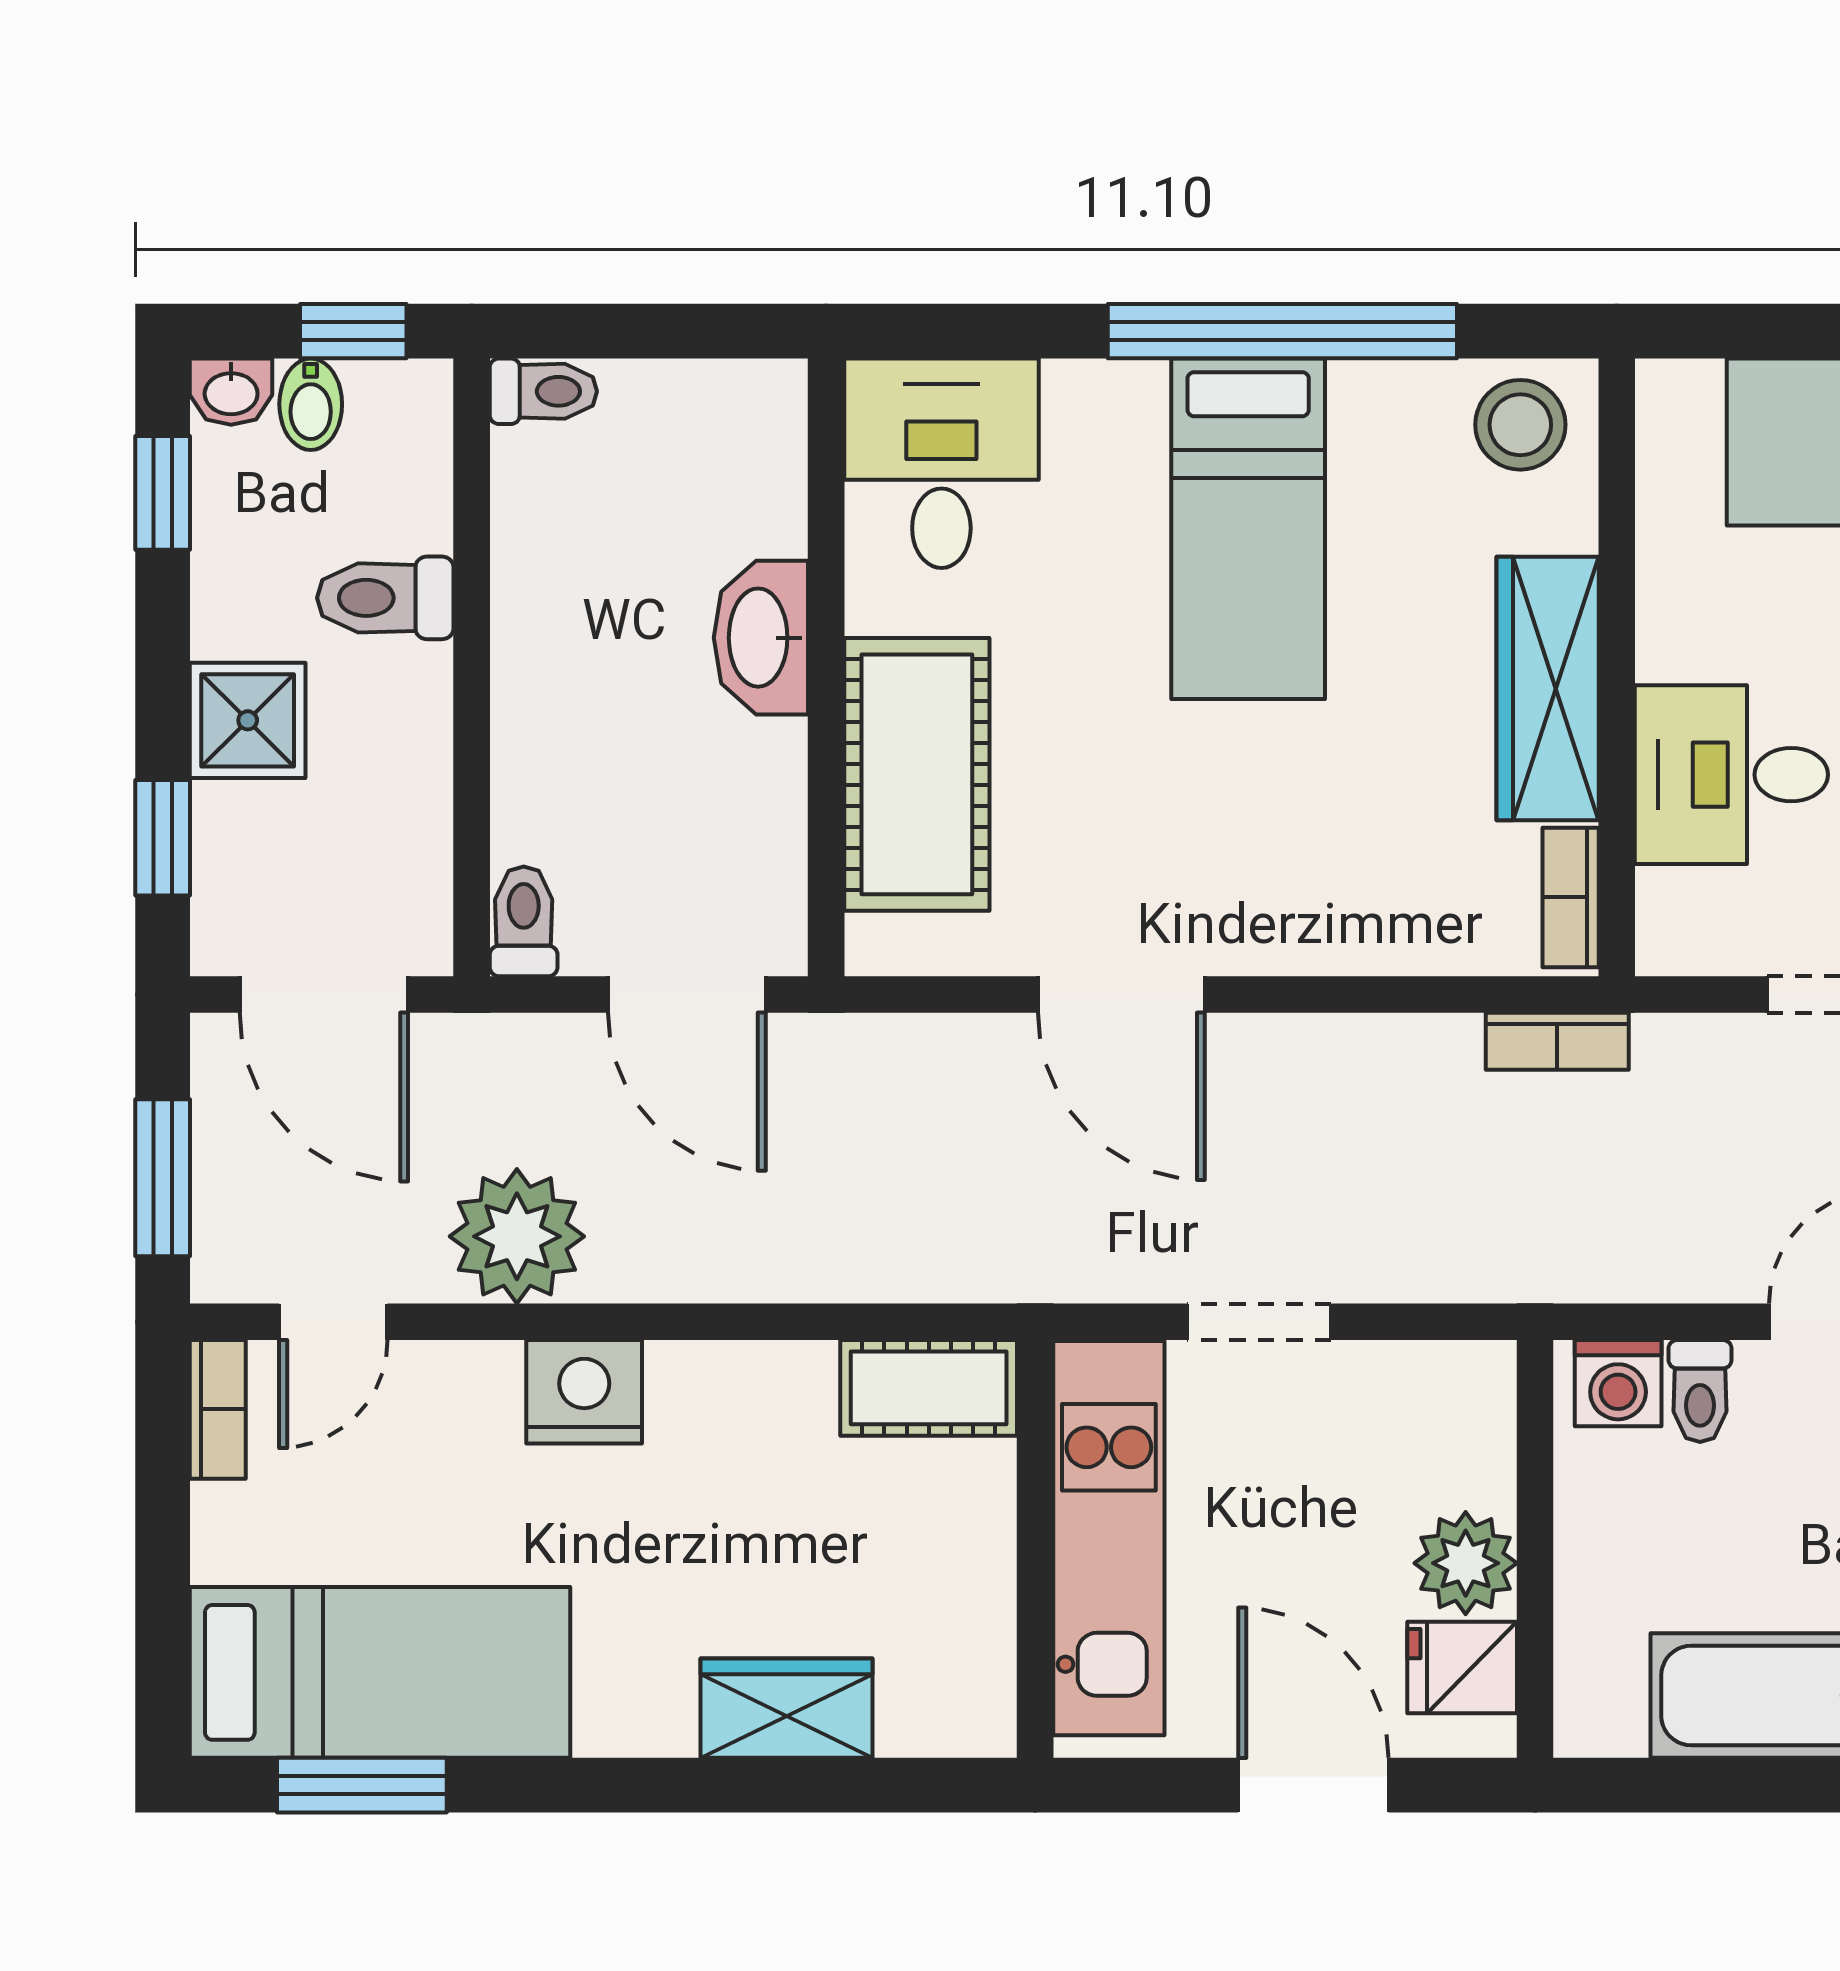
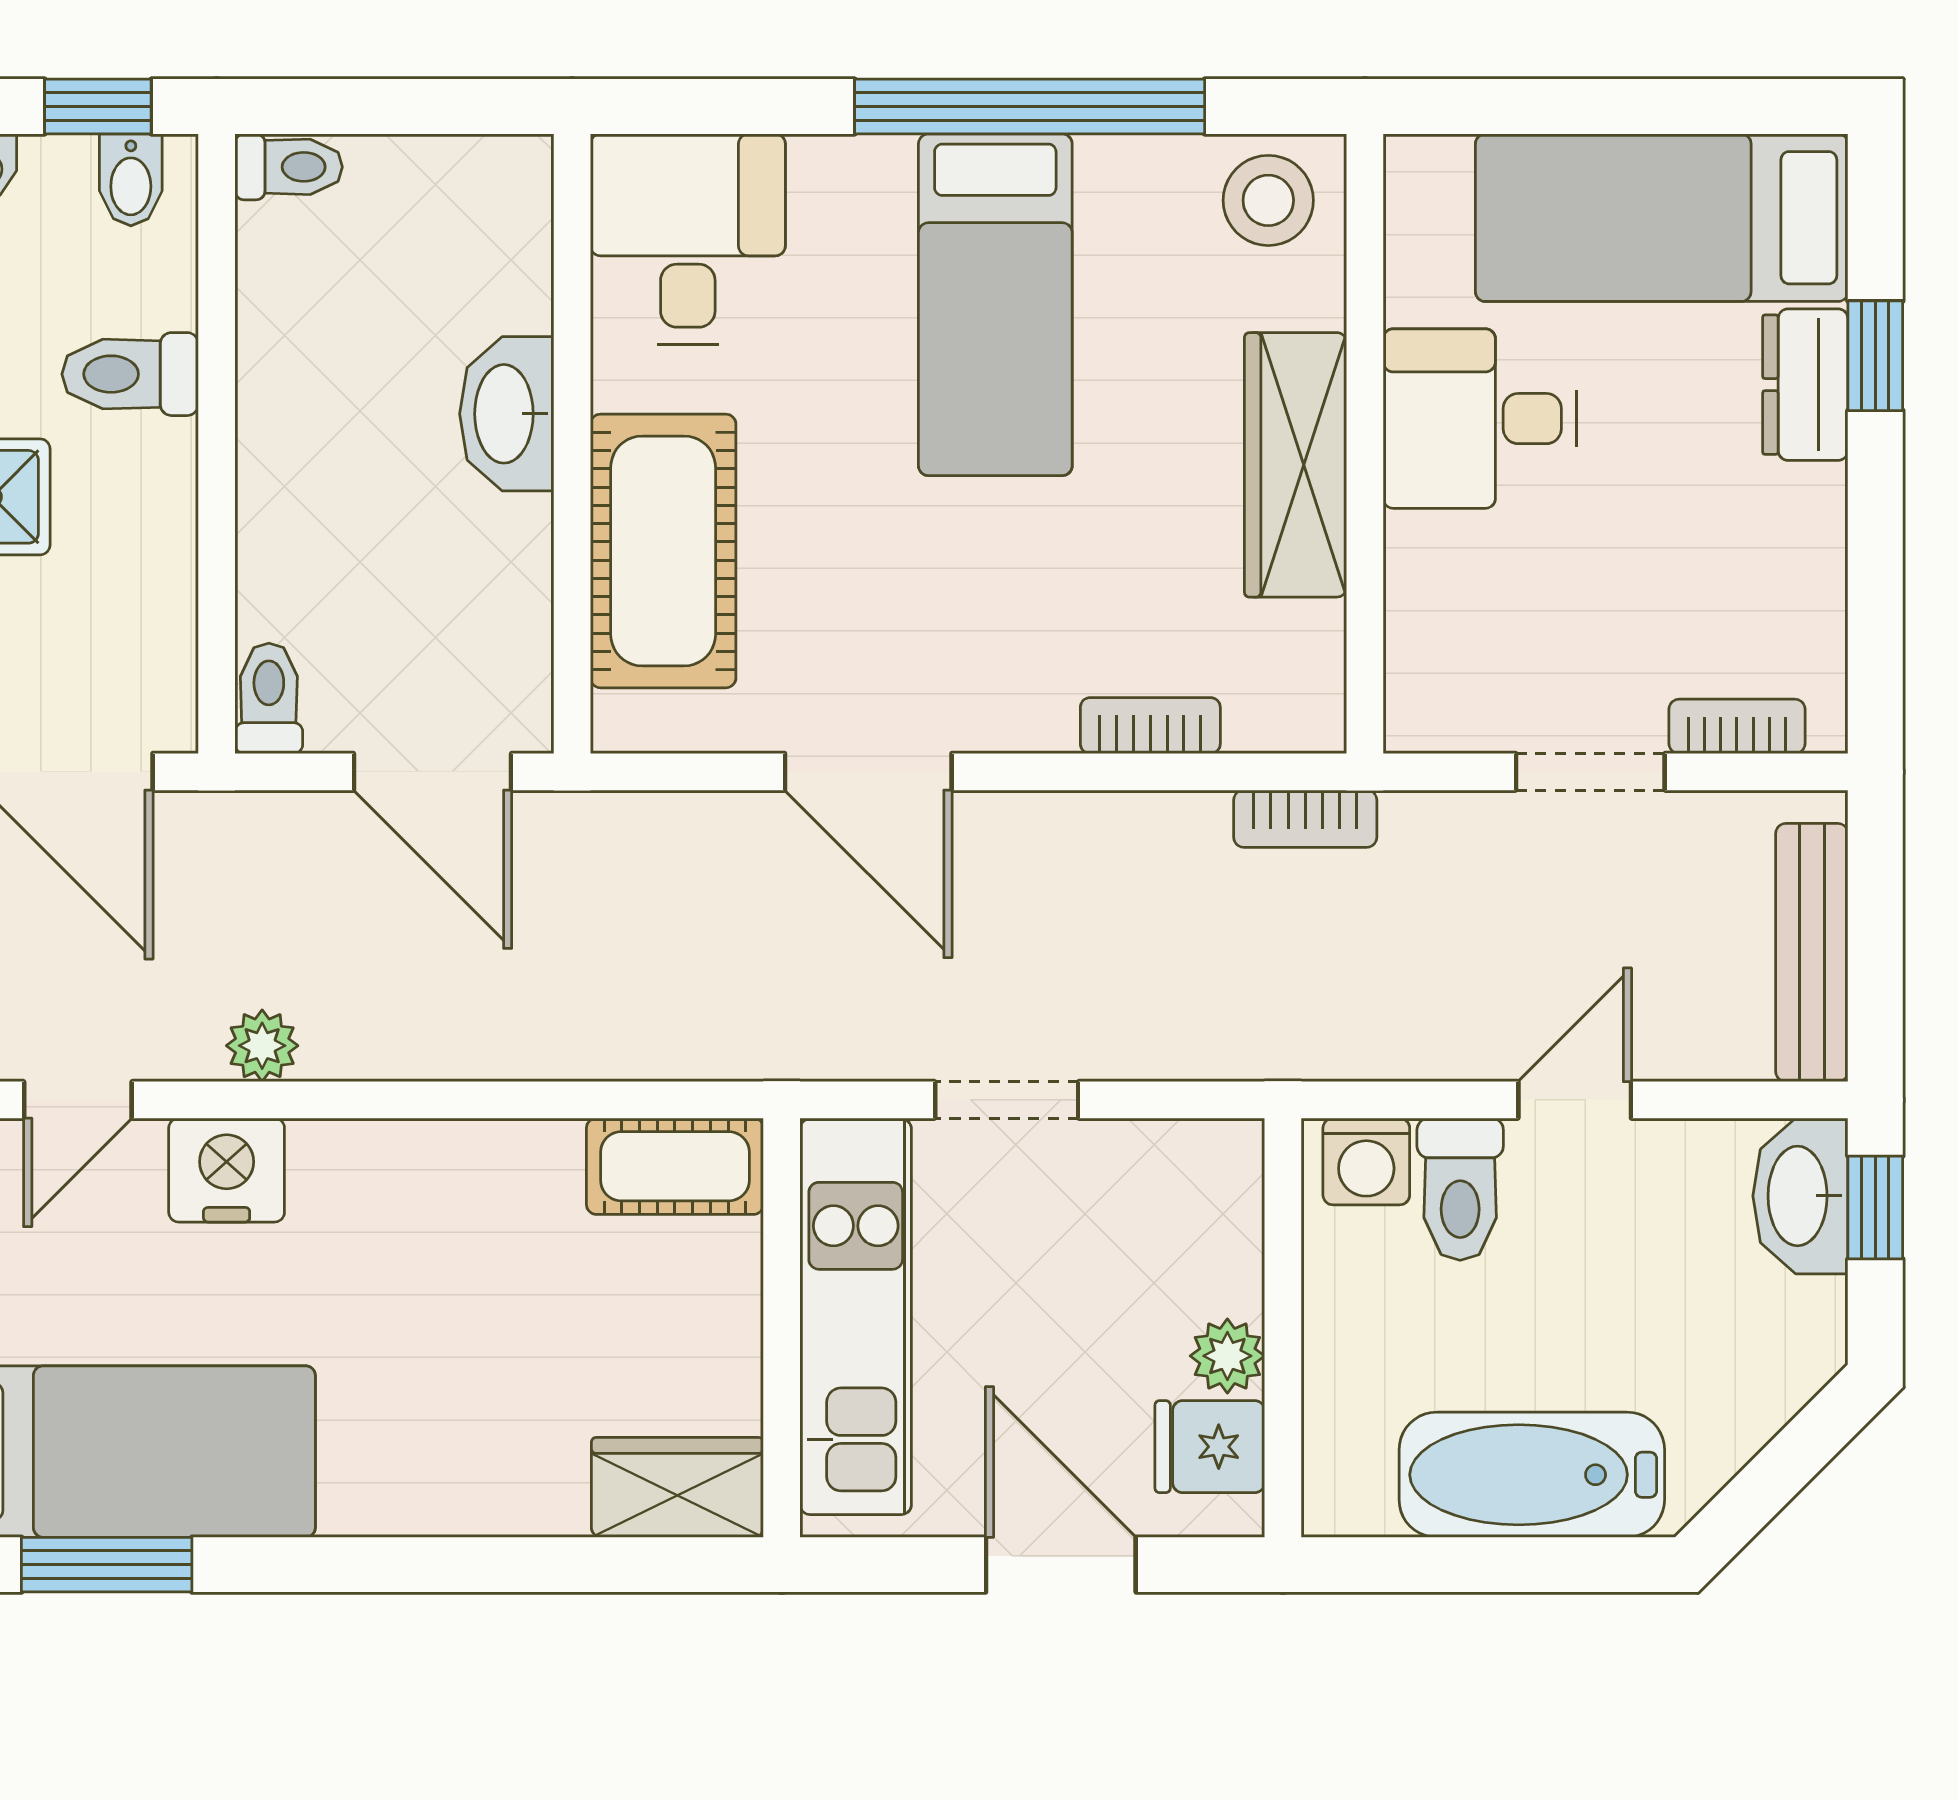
bidet: (311, 404) -> (131, 180), moved
desk: (1731, 775) -> (1480, 419), moved
bookcase: (1571, 897) -> (1150, 726), moved, turned 90
plant: (517, 1236) -> (262, 1046), width x0.53, depth x0.53
toilet: (1700, 1391) -> (1460, 1189), width x1.37, depth x1.39
nightstand: (584, 1392) -> (227, 1170), moved
plant: (1466, 1563) -> (1227, 1356), width x0.73, depth x0.73
wardrobe: (786, 1708) -> (677, 1487), moved

